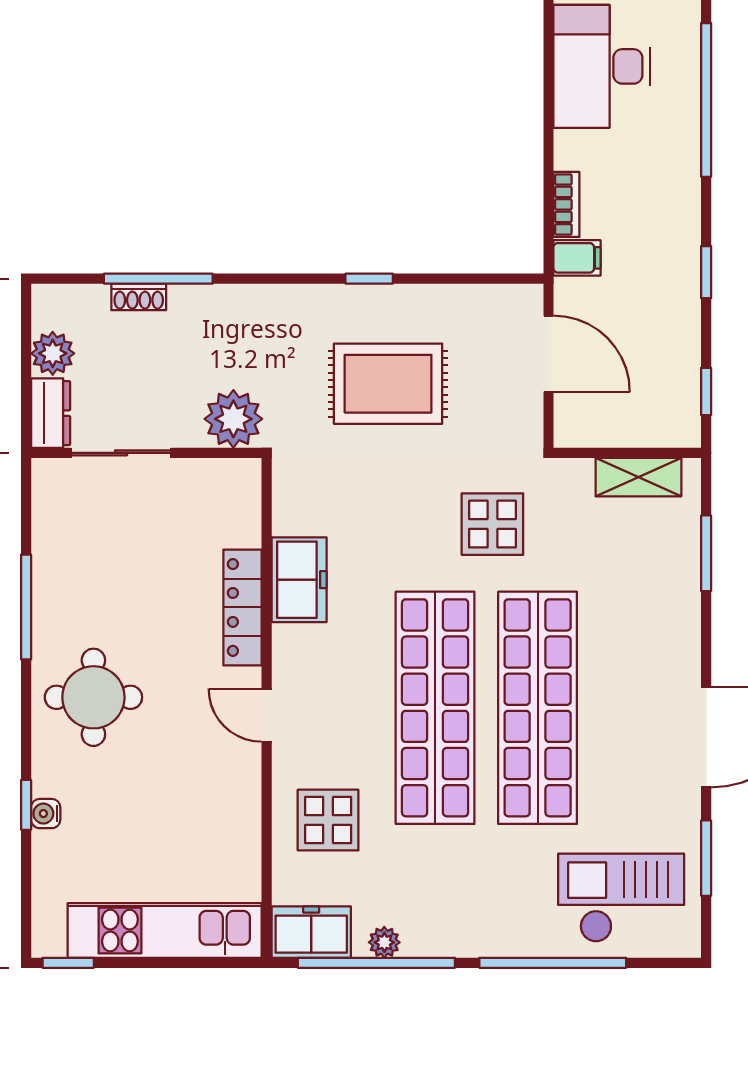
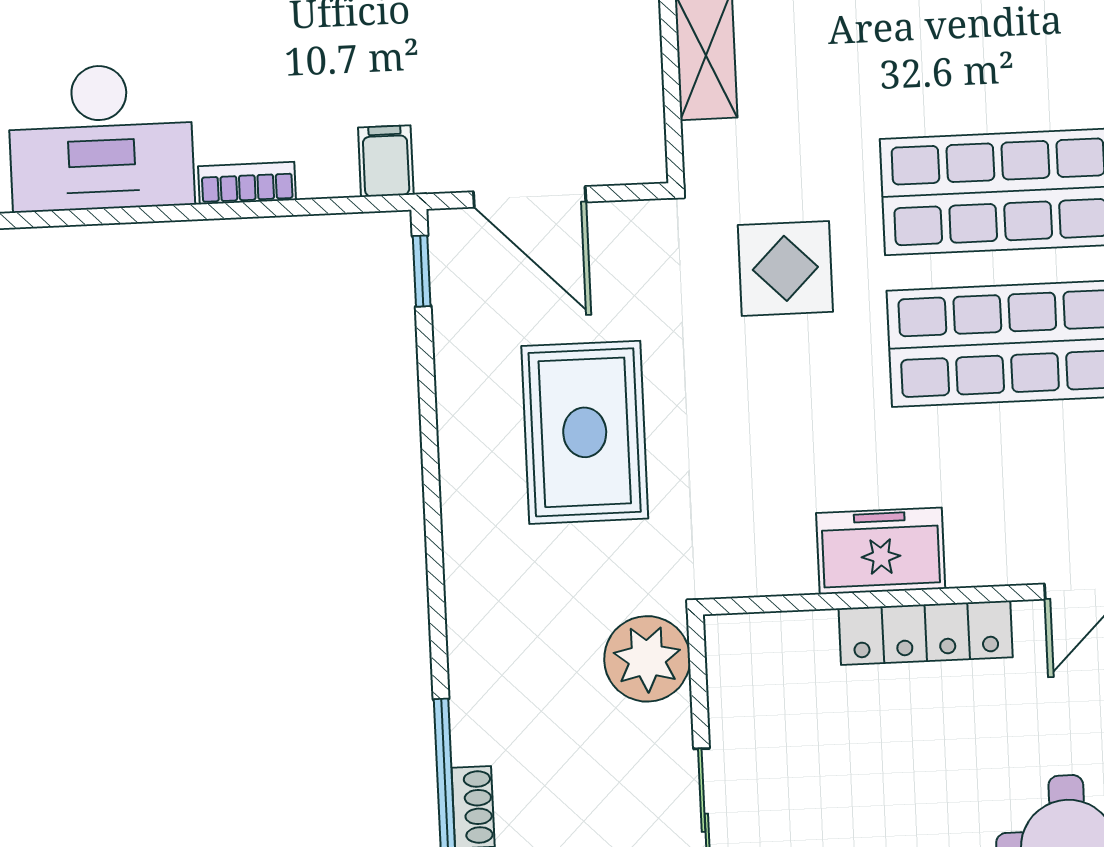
bookcase: (566, 204) -> (247, 183), moved
window: (369, 279) -> (422, 271), moved
door: (549, 354) -> (530, 197), swing flipped

